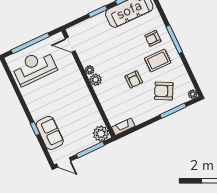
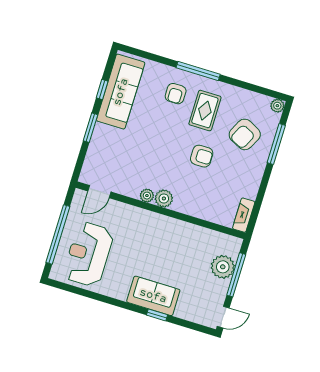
sofa: (50, 133) -> (153, 296), moved
plant: (101, 134) -> (223, 267), moved

